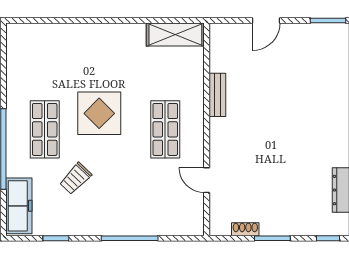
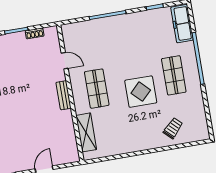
shelving: (175, 35) -> (86, 132), moved, turned 90
bench: (217, 95) -> (64, 95), moved
trolley: (76, 179) -> (173, 128), moved

